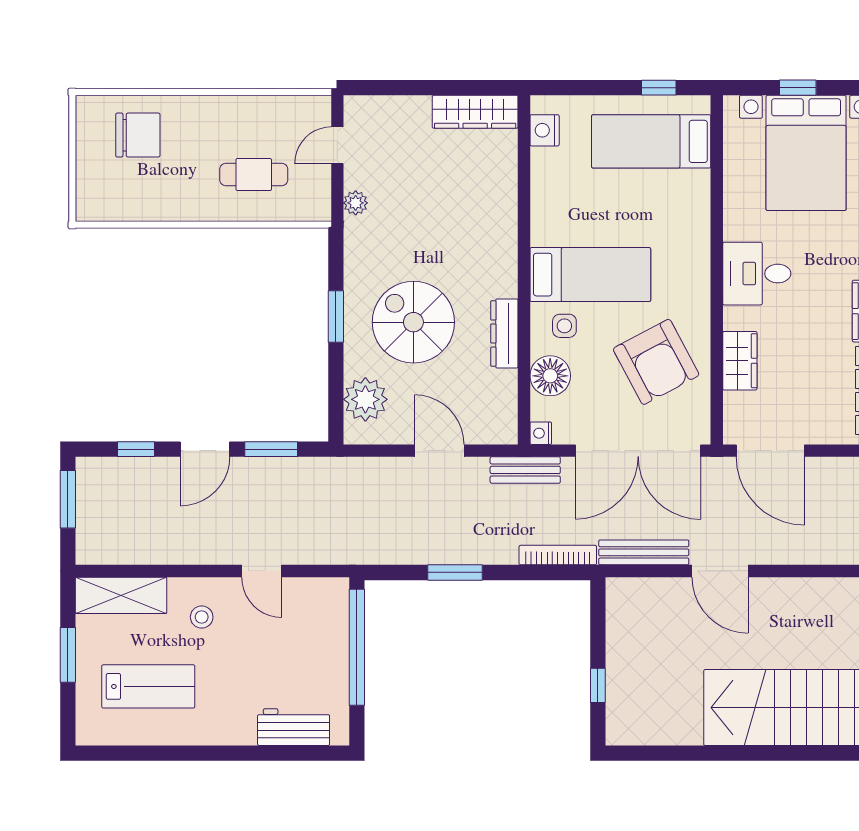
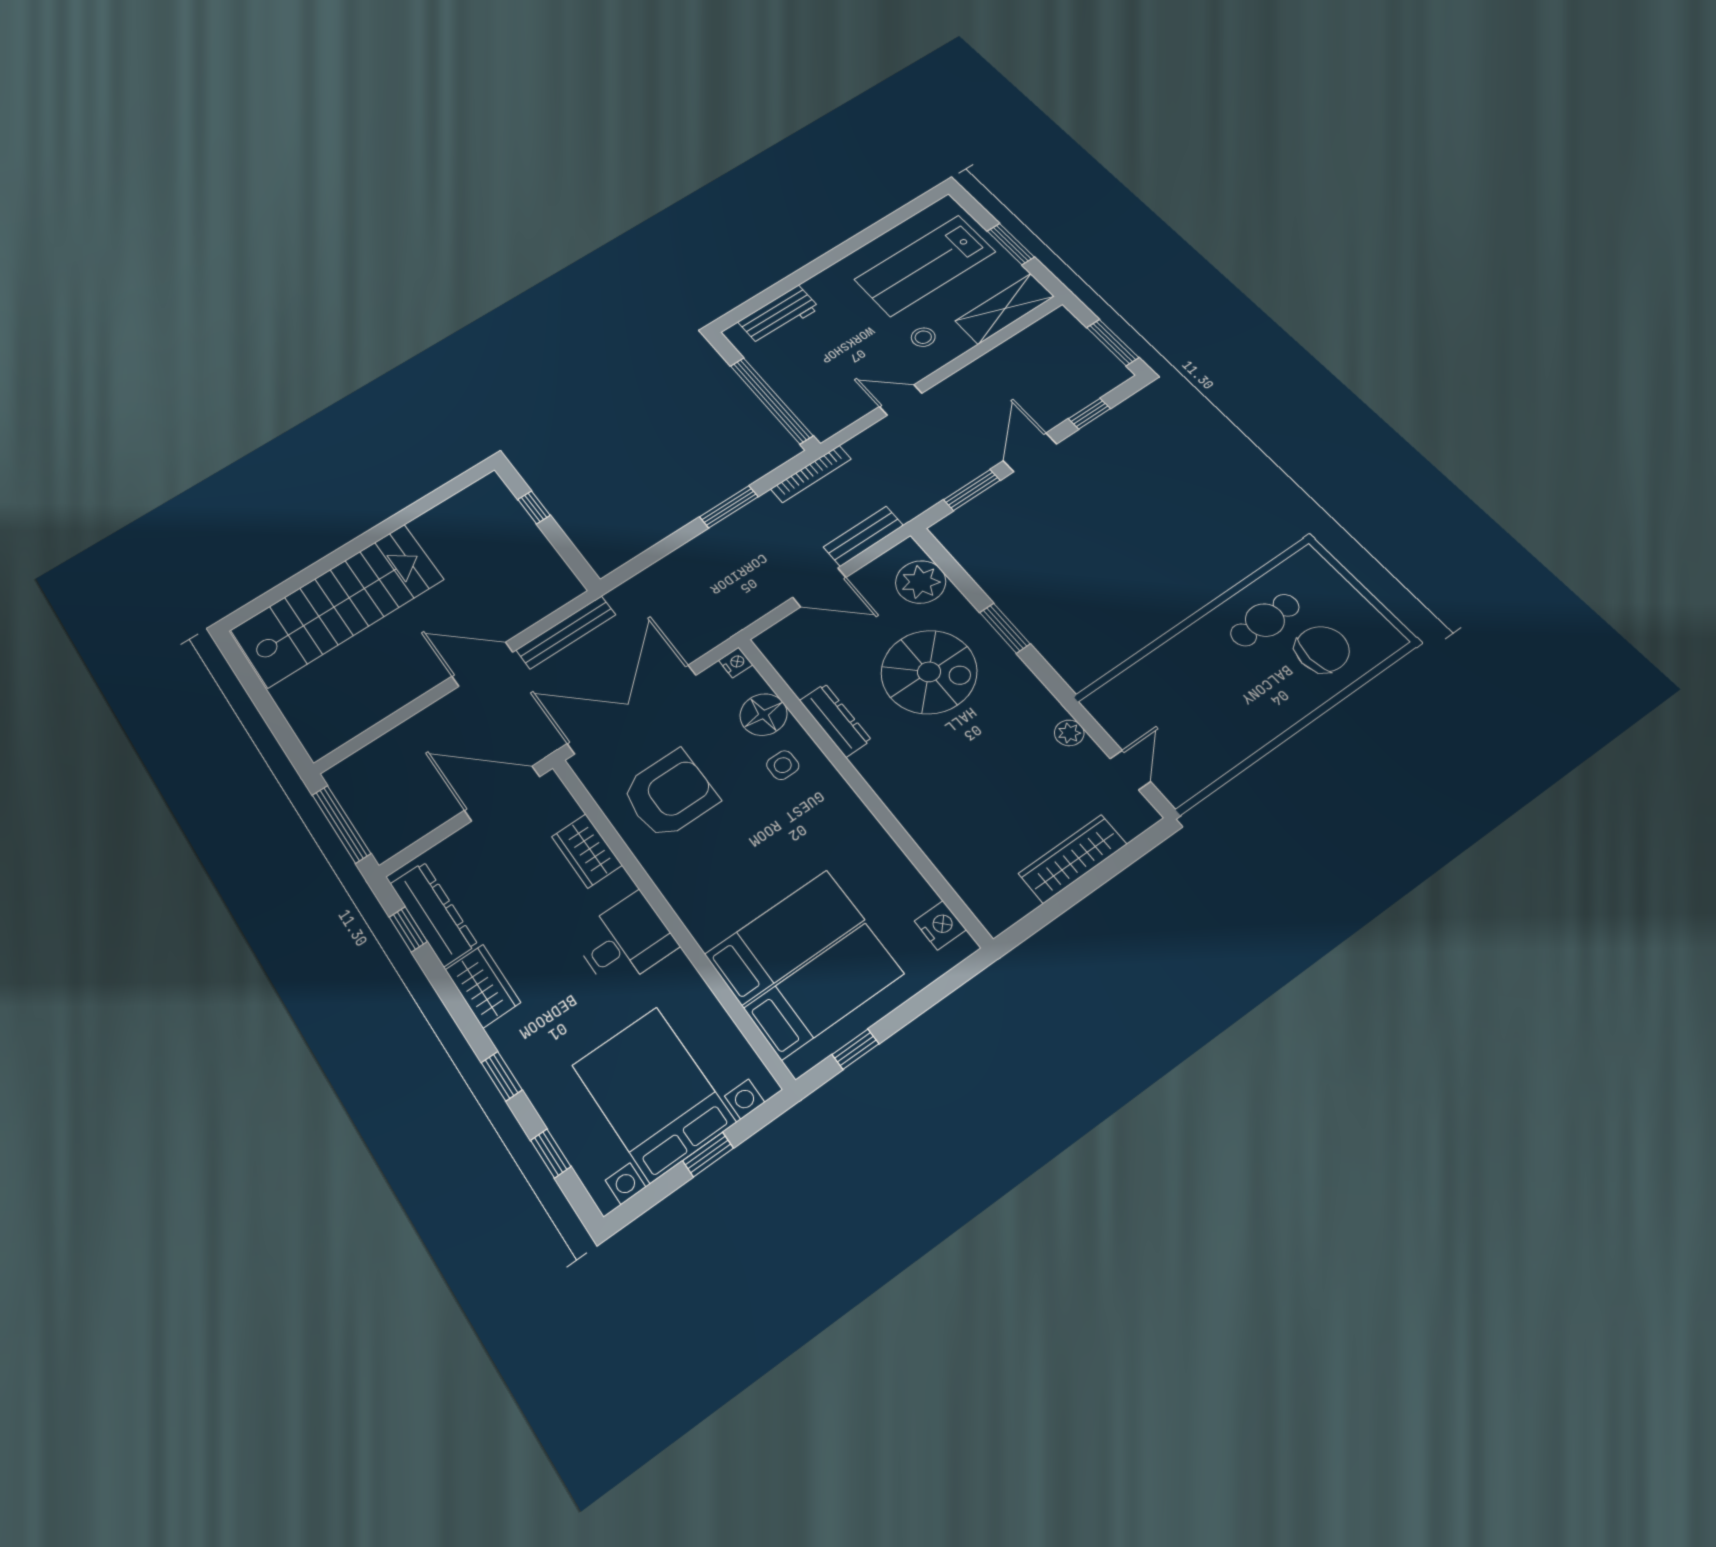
wardrobe: (475, 112) -> (1073, 859), moved
chair: (138, 135) -> (1322, 649), turned 180
cafe table: (254, 175) -> (1265, 620), moved
bed: (590, 275) -> (785, 937), moved, turned 180
armchair: (656, 362) -> (670, 794), turned 118
bench: (525, 470) -> (863, 536), moved
bookcase: (558, 555) -> (811, 474), moved
lab bench: (148, 686) -> (925, 266), width x1.36, depth x1.39

